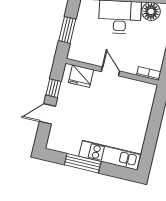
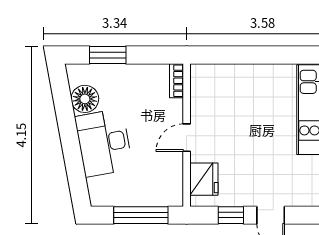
window: (67, 30) -> (141, 215), width x1.44

